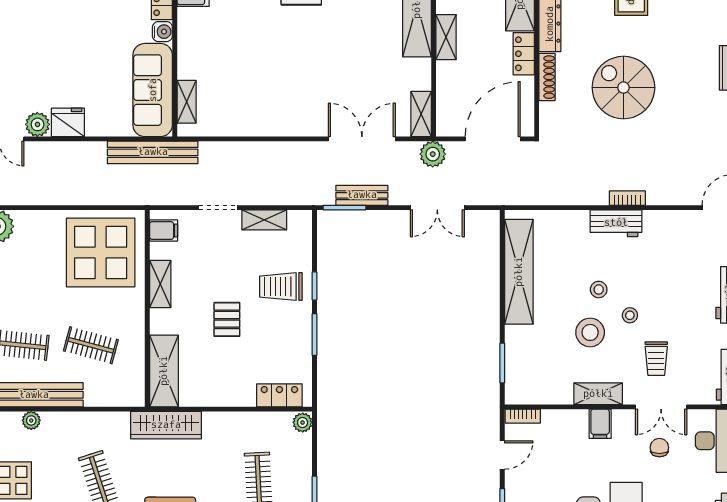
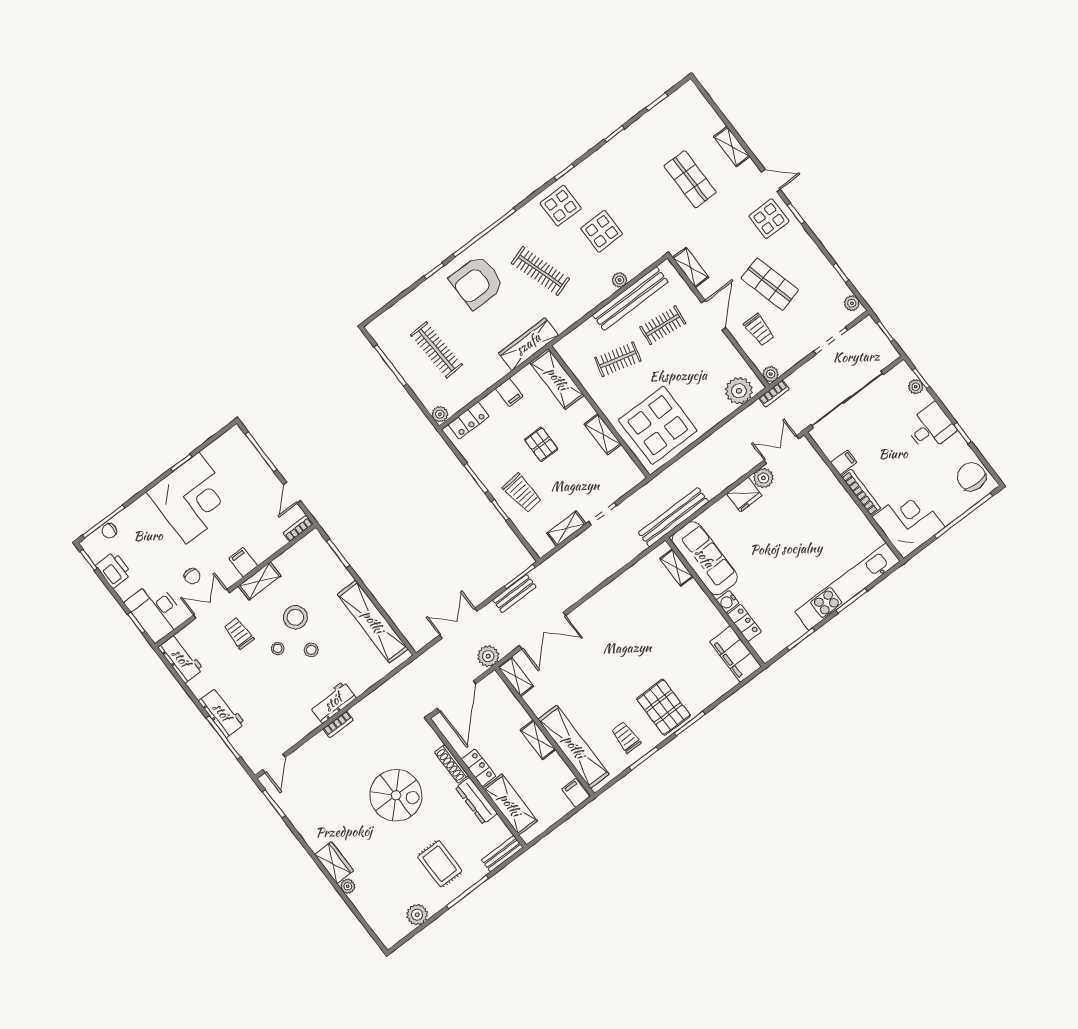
filing cabinet: (164, 231) -> (509, 392), moved, turned -90
trolley: (281, 287) -> (522, 493), turned 84

